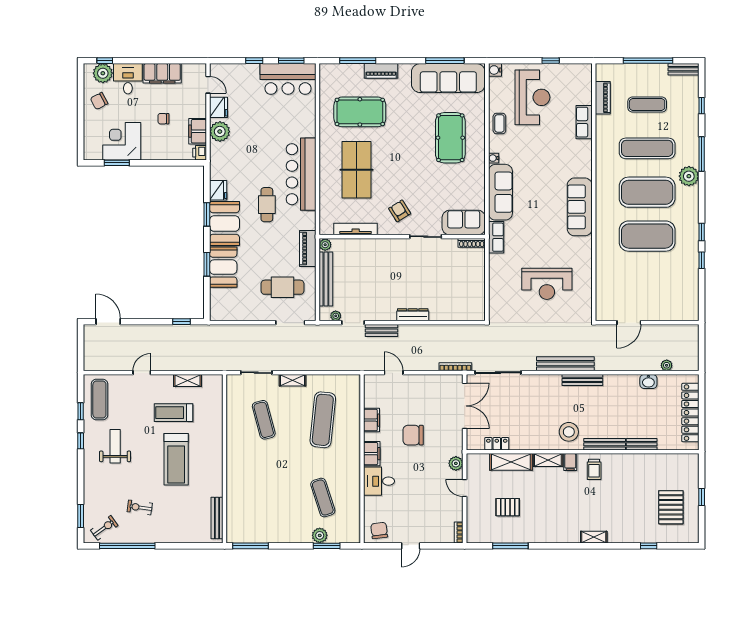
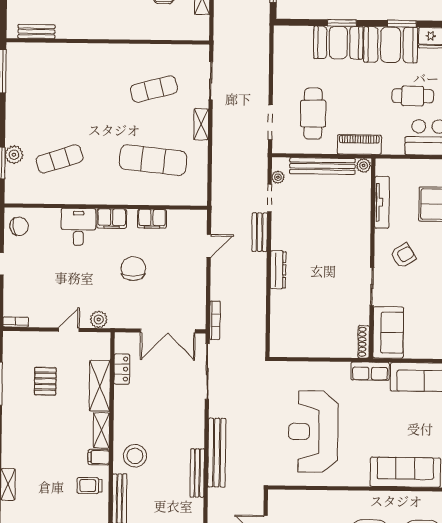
reception desk: (547, 284) -> (313, 432), width x1.36, depth x1.30
bench: (217, 518) -> (36, 32), width x0.73

